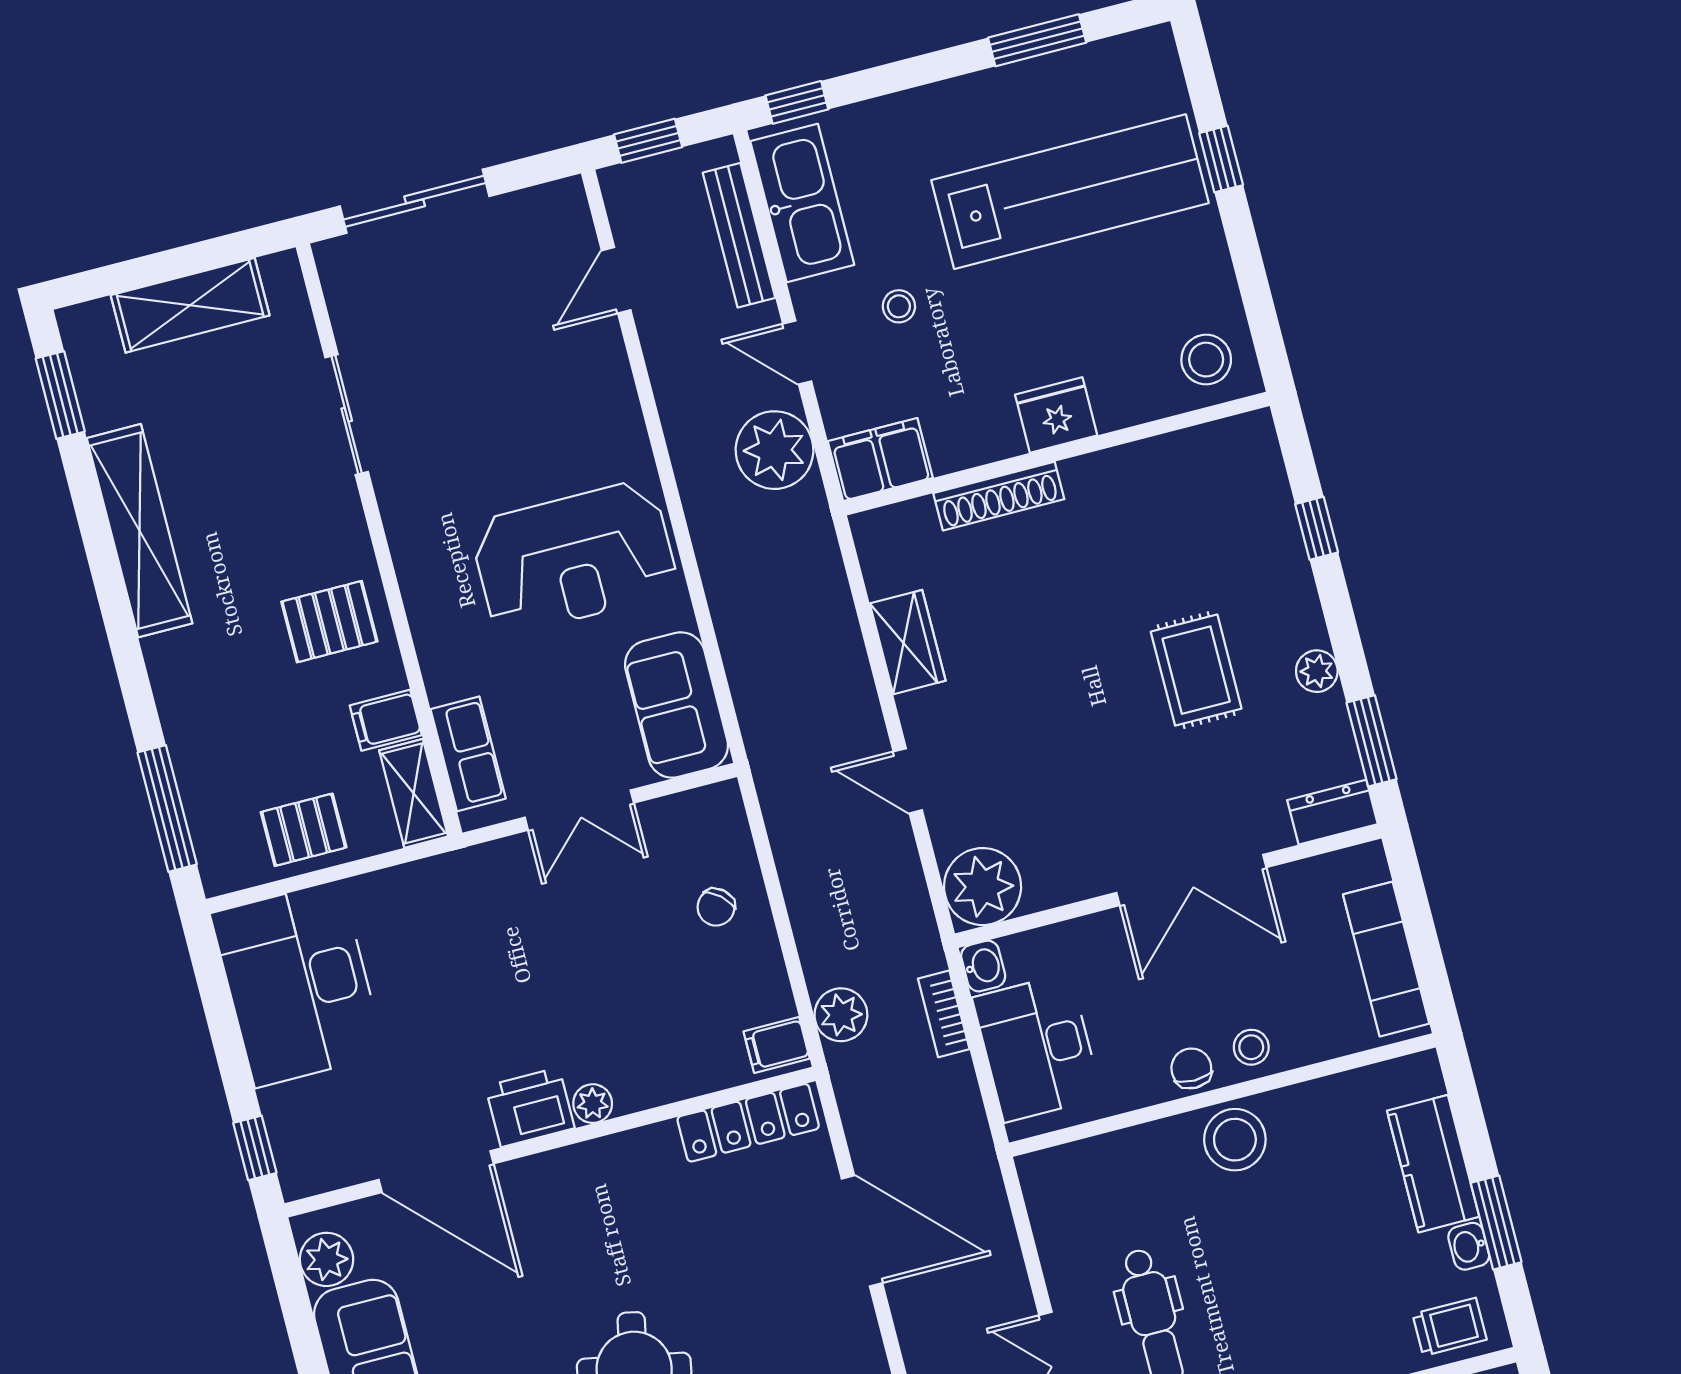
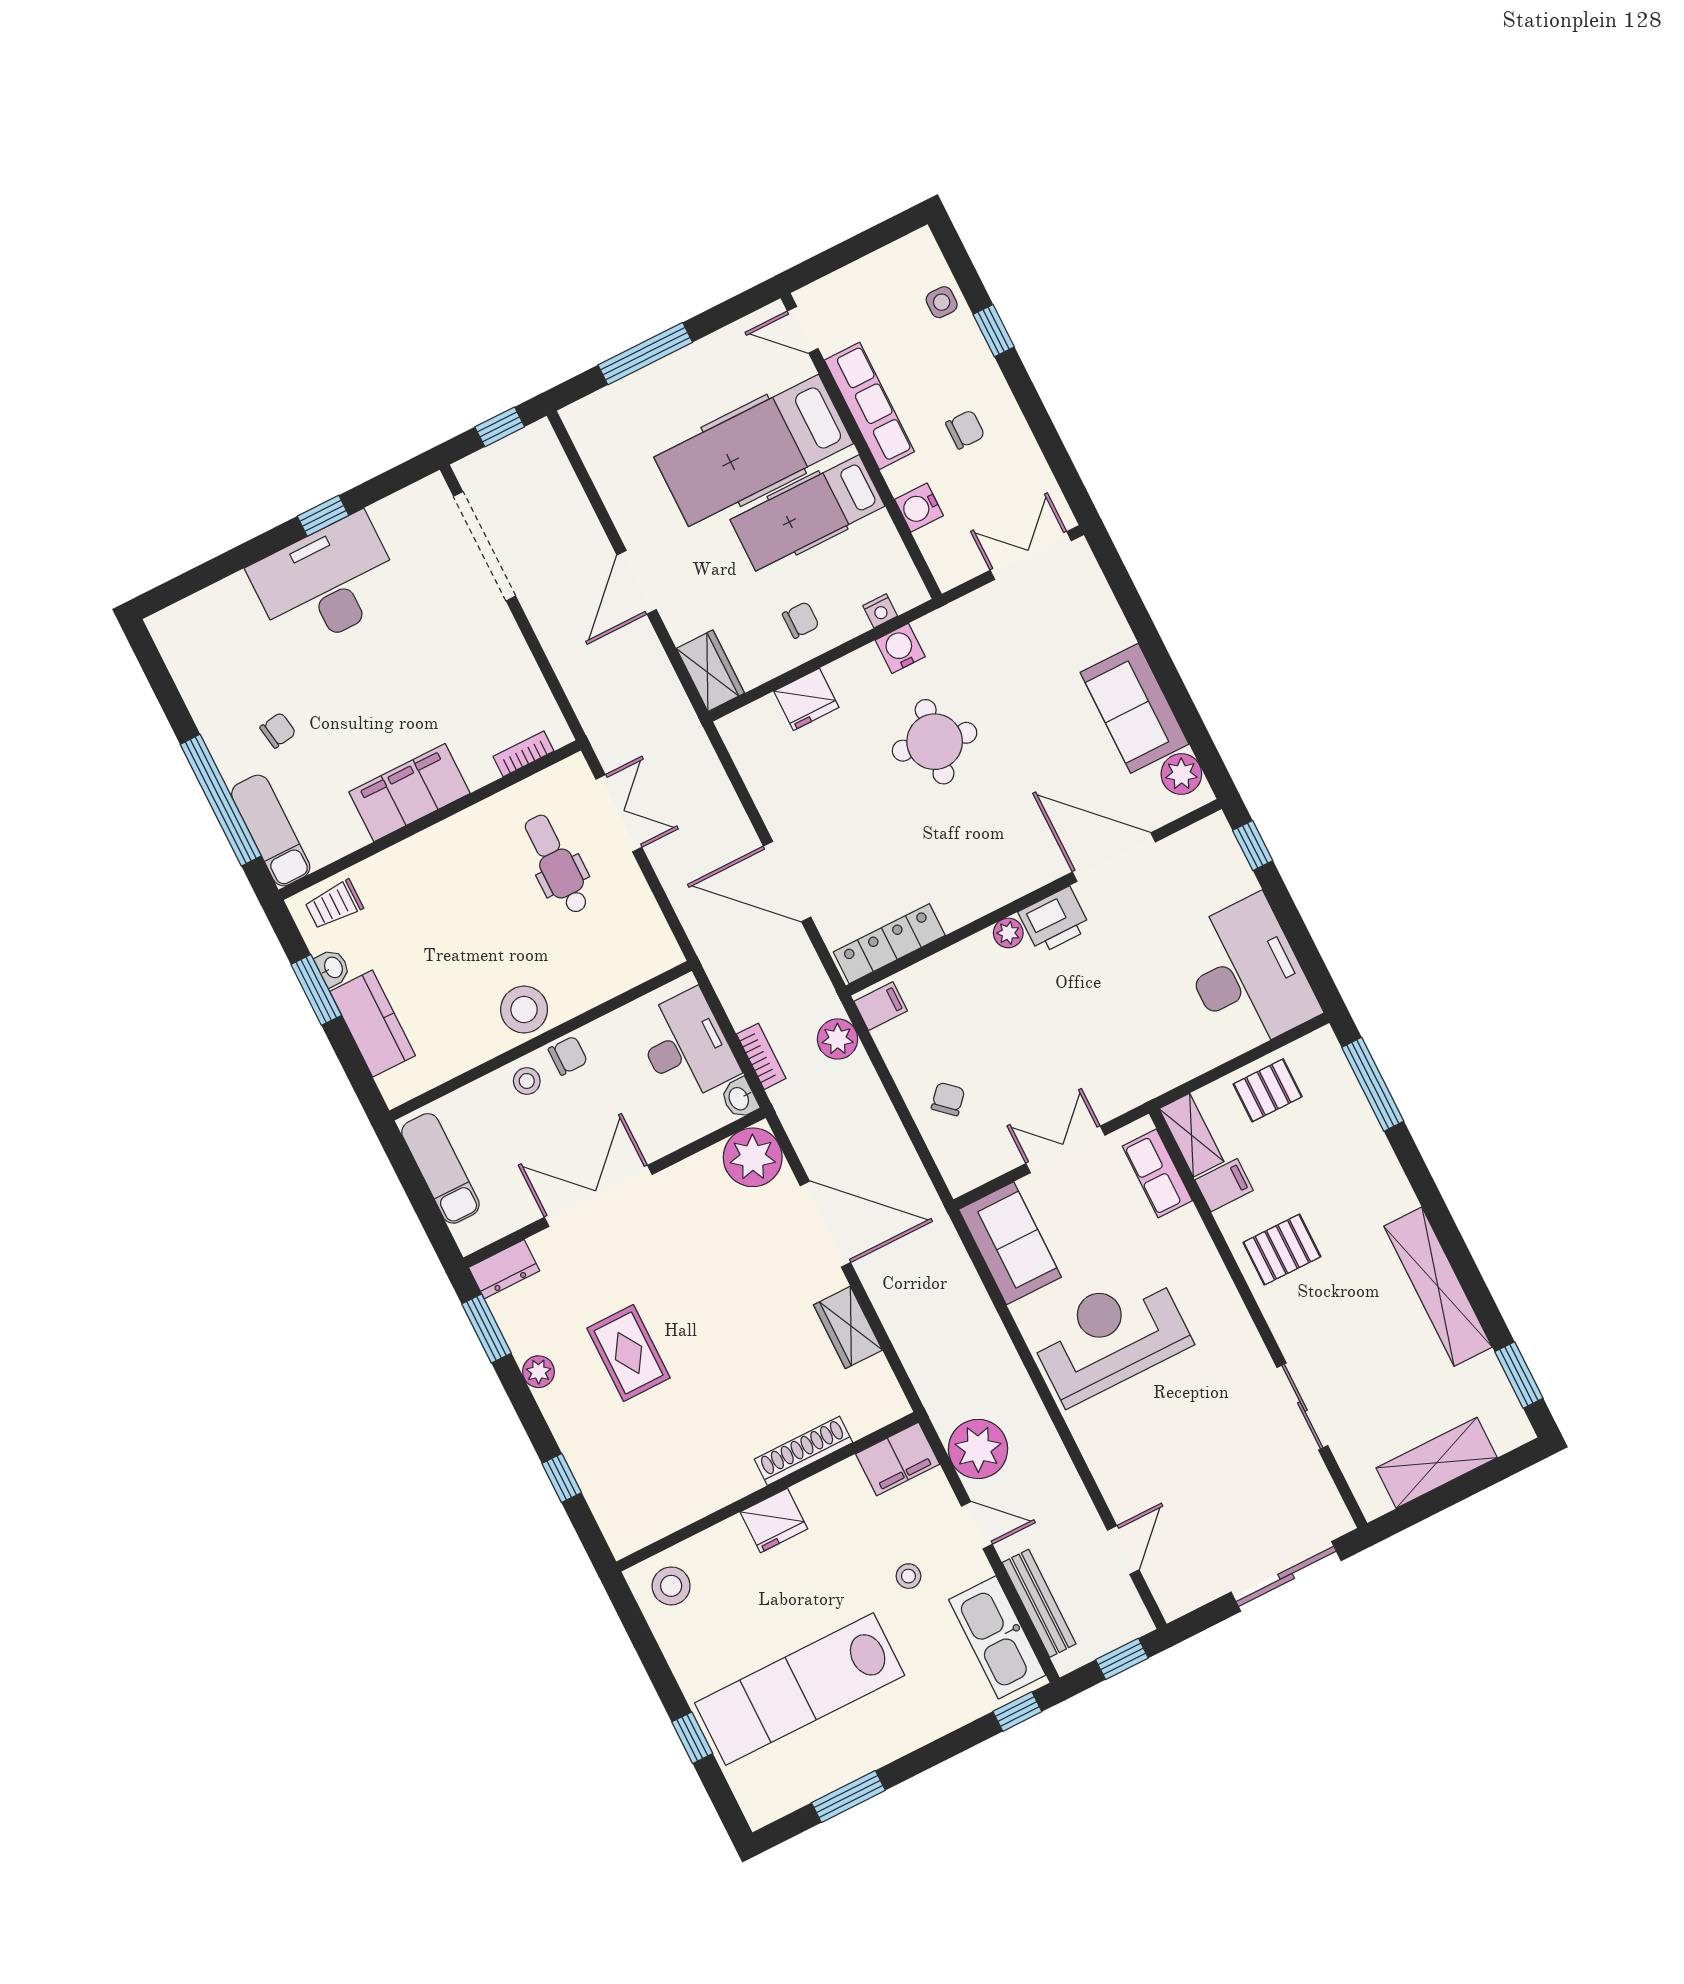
door: (908, 781) -> (825, 1224), width x1.87
chair: (1191, 1068) -> (568, 1056), turned -90

